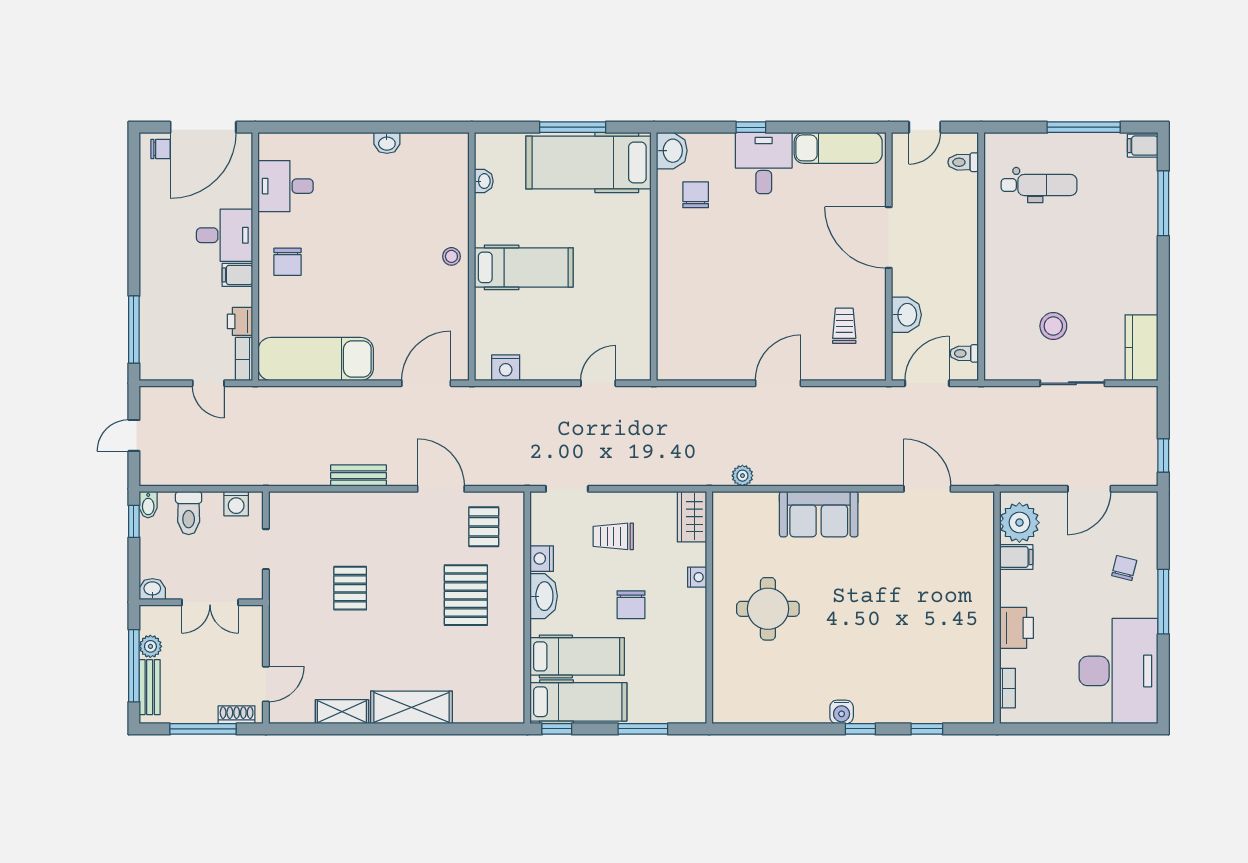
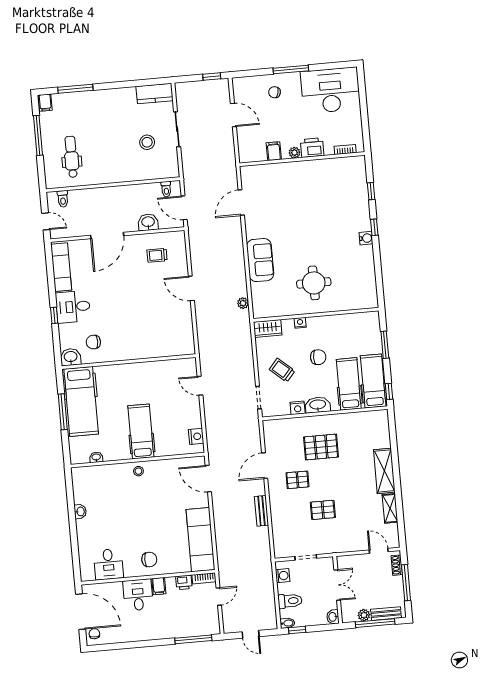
plant: (1019, 523) -> (295, 153), moved, width x0.53, depth x0.53
pallet: (484, 527) -> (297, 480), moved
trolley: (613, 536) -> (282, 370), turned 131

